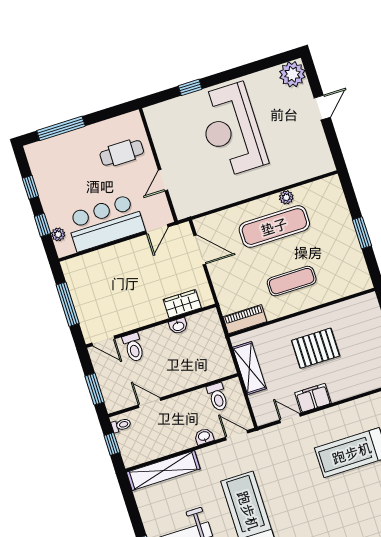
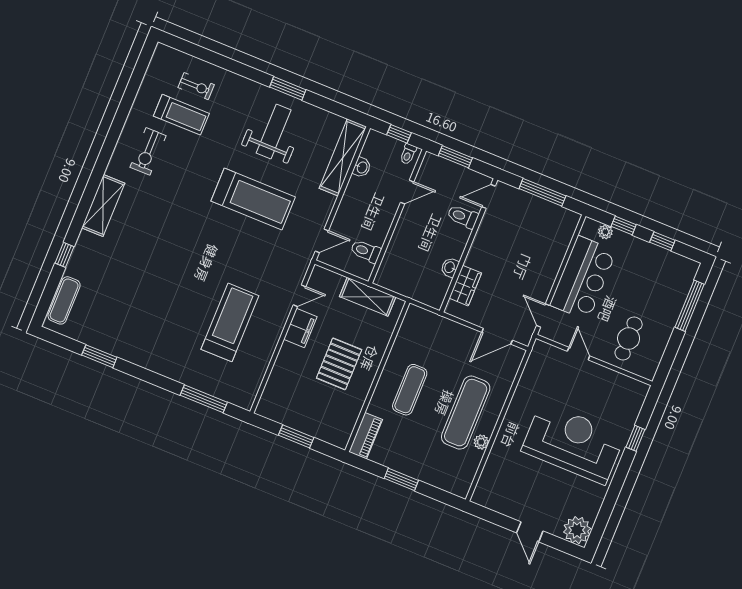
piano: (245, 319) -> (366, 436), moved
washbasin: (204, 436) -> (362, 167), moved

